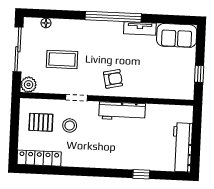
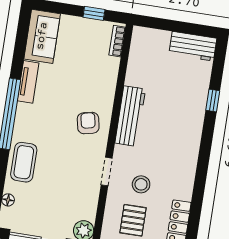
coffee table: (62, 59) -> (24, 162), moved
bookcase: (179, 95) -> (117, 41), added
workbench: (182, 147) -> (193, 46), width x0.73

